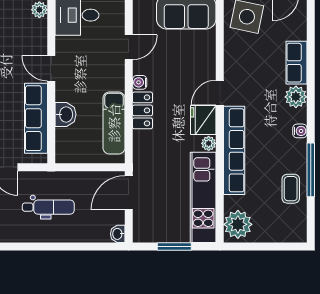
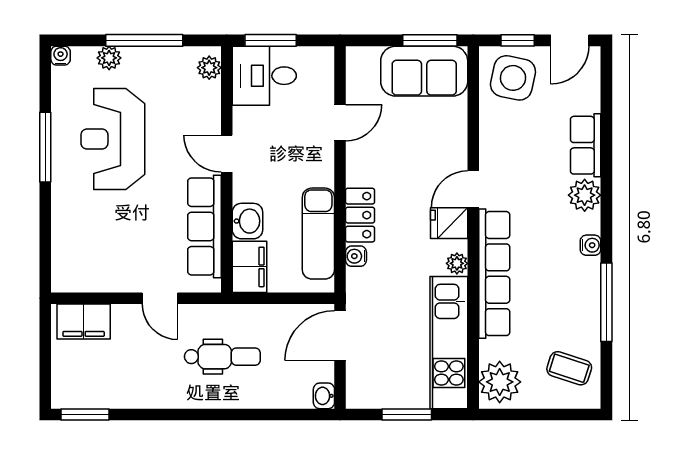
water cooler: (140, 82) -> (356, 256), moved
fridge: (203, 120) -> (449, 223), width x0.72
filing cabinet: (67, 146) -> (249, 267), added
coffee table: (291, 189) -> (569, 368), moved, turned -72

